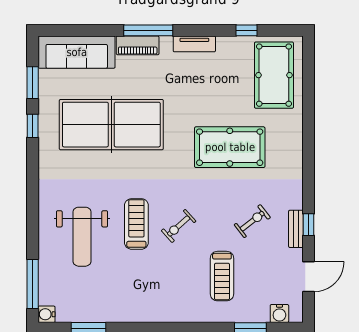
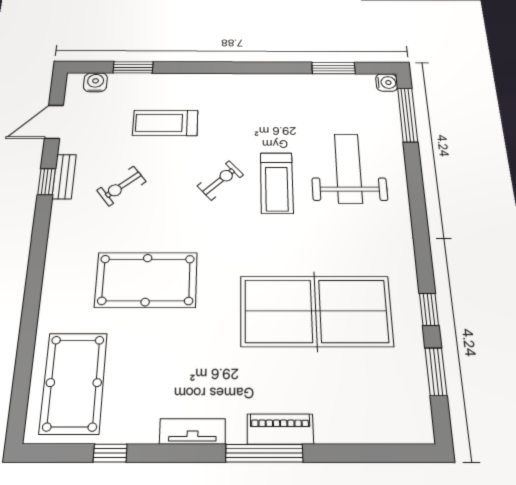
sofa: (77, 52) -> (374, 418), removed
treadmill: (222, 276) -> (165, 123), turned -90

